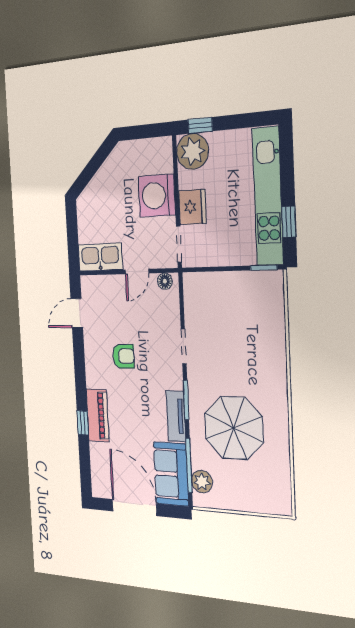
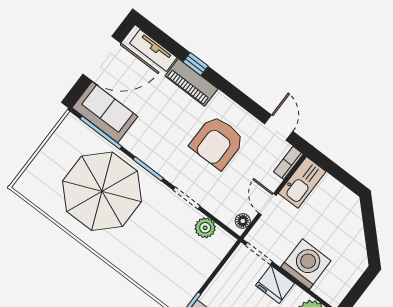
bookcase: (95, 282) -> (288, 163), added
armchair: (123, 356) -> (217, 142), width x1.88, depth x1.88
tv unit: (176, 416) -> (153, 50), moved, turned 180
parasol: (234, 428) -> (102, 191), width x1.36, depth x1.36
plant: (202, 482) -> (205, 228), moved

